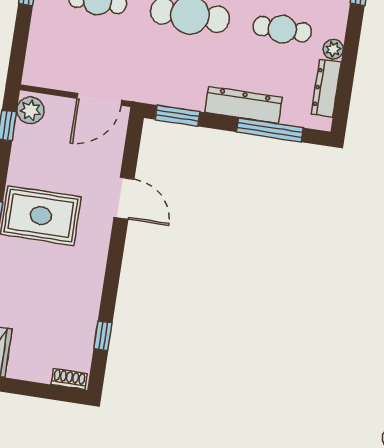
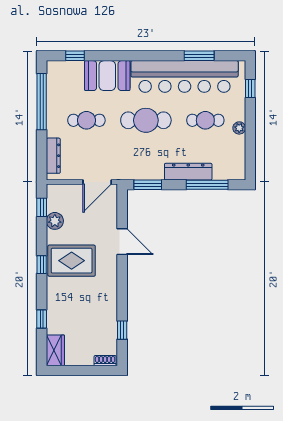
dresser: (326, 88) -> (53, 156), moved, turned 180
plant: (30, 110) -> (55, 221), moved

